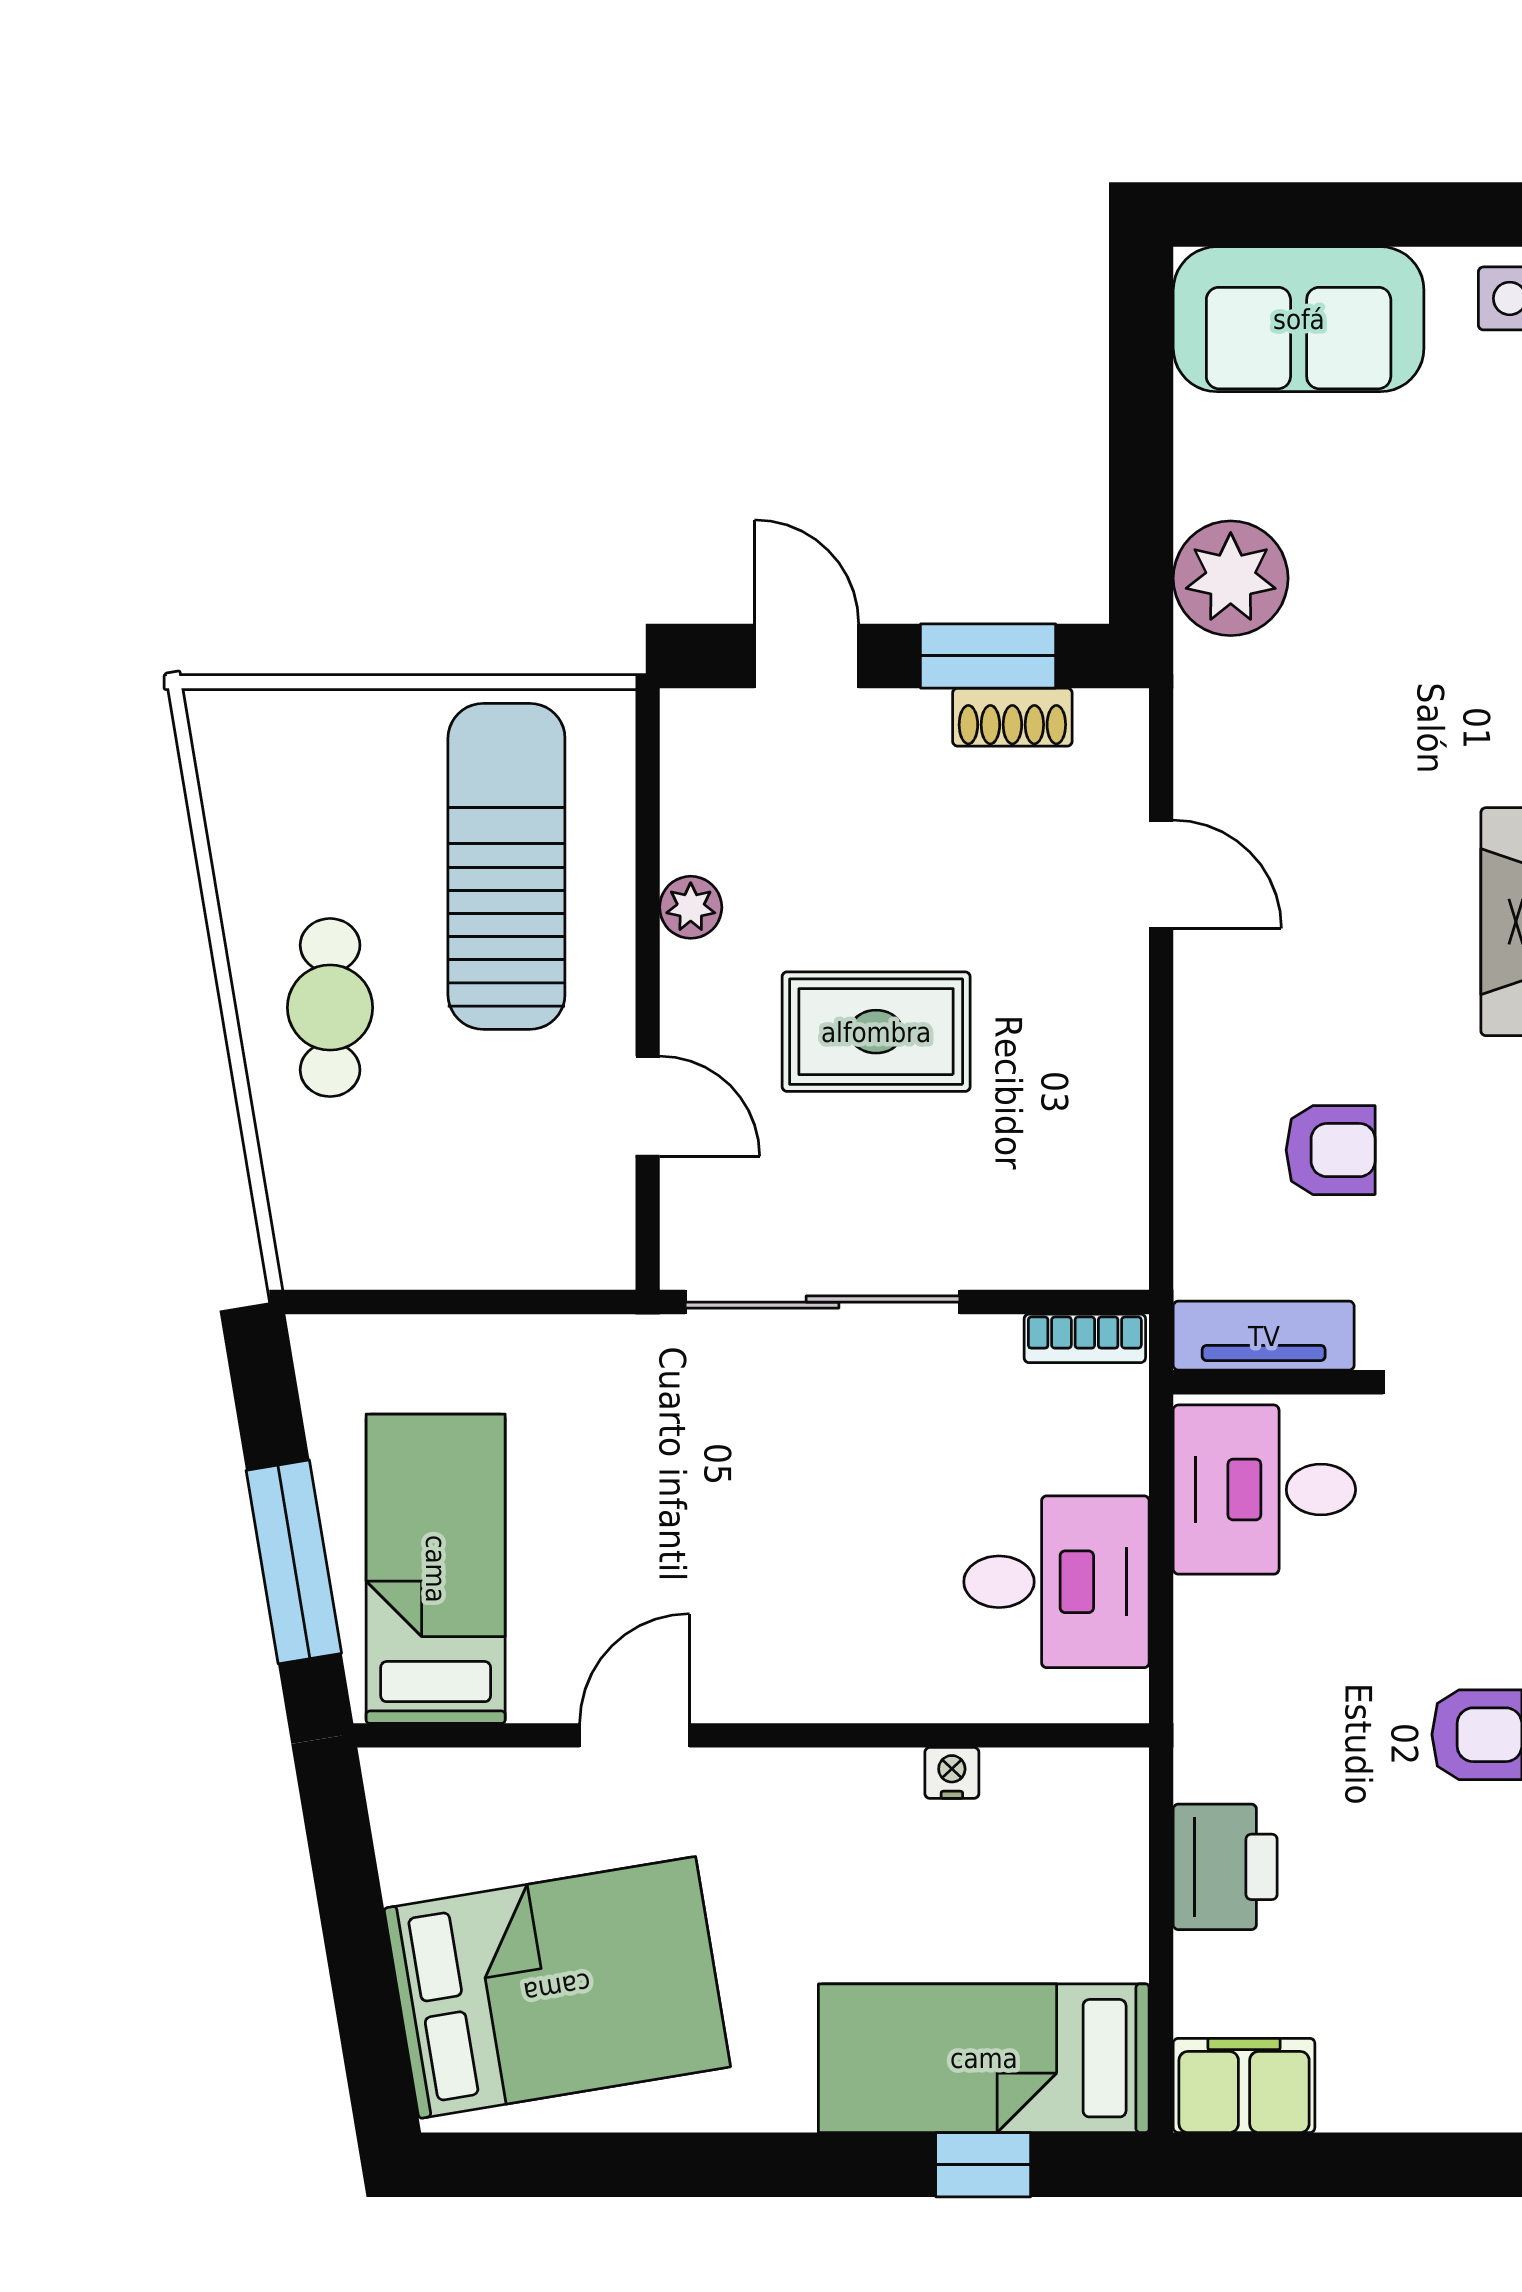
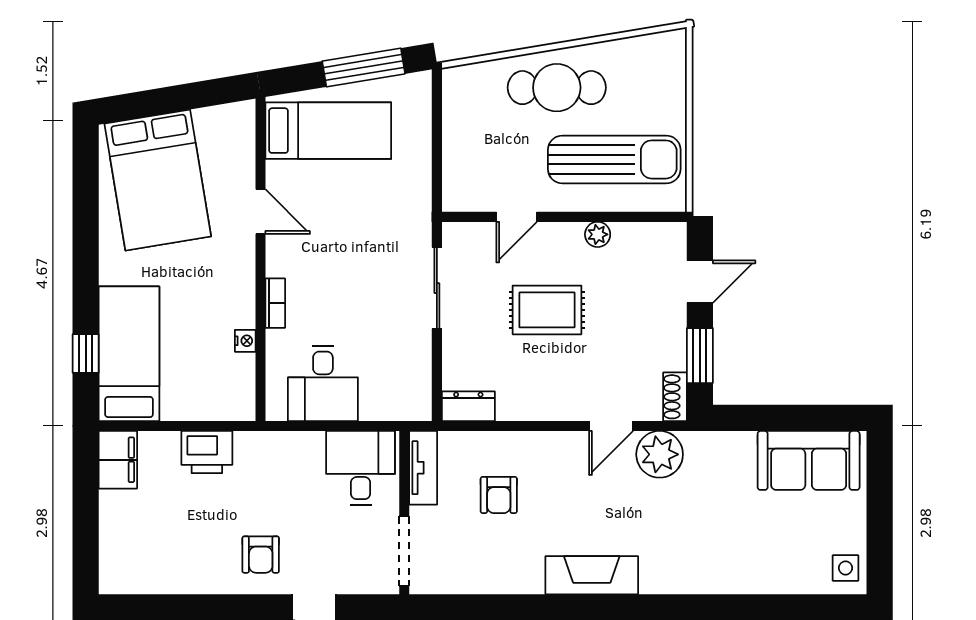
sofa: (1299, 319) -> (809, 460), moved, turned -90
plant: (1231, 578) -> (660, 454), moved
shoe rack: (1012, 717) -> (675, 397), moved
cafe table: (330, 1008) -> (557, 88), width x1.37, depth x1.35
rug: (876, 1032) -> (547, 310), turned 90
dresser: (1113, 1225) -> (468, 406), added
sliding door: (822, 1302) -> (437, 288), width x0.73
bookcase: (1085, 1338) -> (275, 303), moved, turned 180
window: (294, 1562) -> (364, 67), moved

